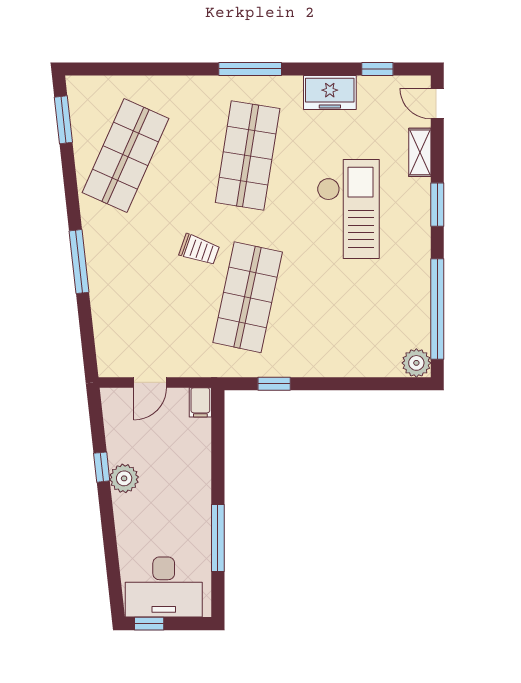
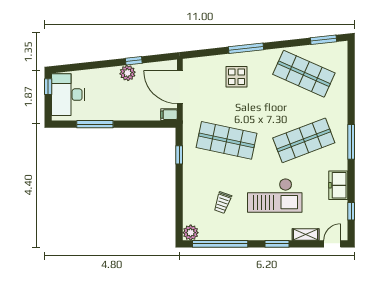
shop shelf: (248, 156) -> (304, 140), turned -30
trolley: (199, 250) -> (223, 203), moved
display table: (131, 279) -> (236, 77), added
door: (150, 382) -> (180, 87), width x1.88

